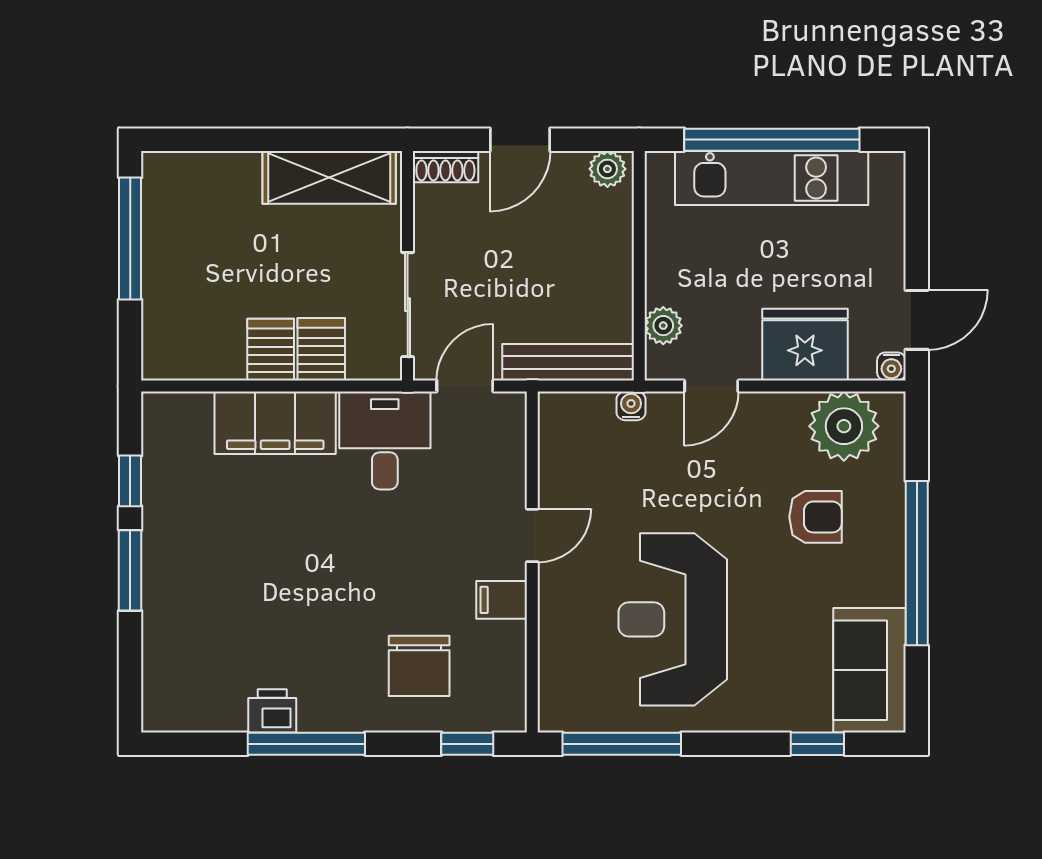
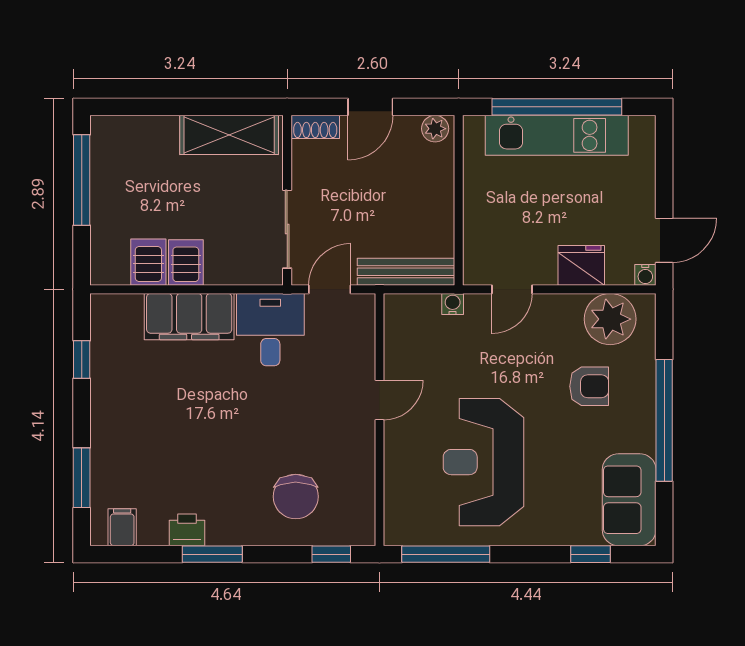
plant: (663, 326) -> (476, 245), removed
fridge: (805, 345) -> (581, 265), width x0.73, depth x0.75
server rack: (321, 349) -> (148, 262), moved
window: (130, 570) -> (82, 478), moved
filing cabinet: (502, 600) -> (122, 527), moved, turned 90
window: (306, 744) -> (212, 554), width x0.69

